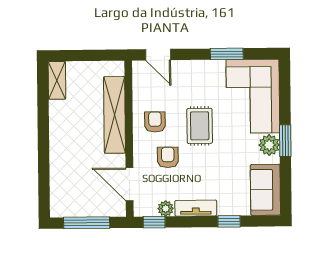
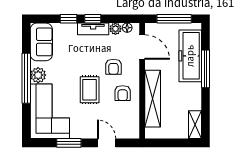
door: (158, 55) -> (107, 143), moved
window: (285, 141) -> (26, 78), width x2.11
window: (44, 156) -> (205, 69), added
freezer: (64, 173) -> (190, 56), added
floor lamp: (150, 210) -> (127, 28), added
window: (154, 222) -> (93, 19), moved

